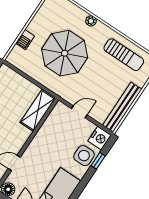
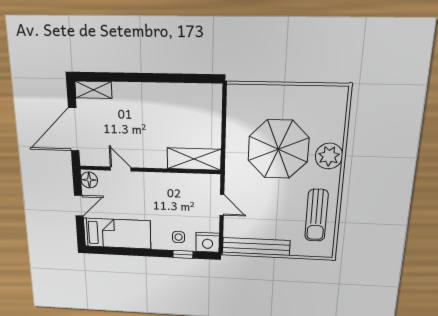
plant: (91, 21) -> (329, 156), width x1.87, depth x1.87
barbecue: (25, 40) -> (267, 93), removed
side table: (84, 156) -> (179, 237), width x0.54, depth x0.54

